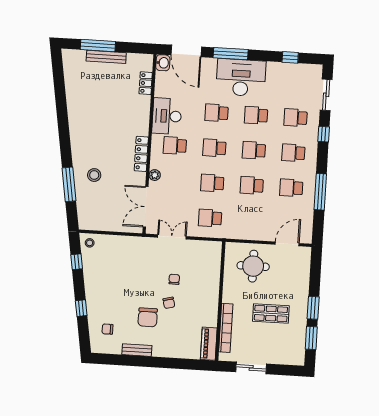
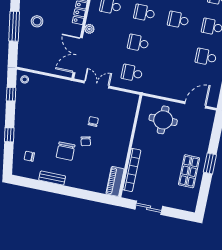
school desk: (252, 185) -> (172, 50), removed
shop shelf: (271, 314) -> (189, 171), moved, turned 90
window: (311, 338) -> (204, 189), removed

